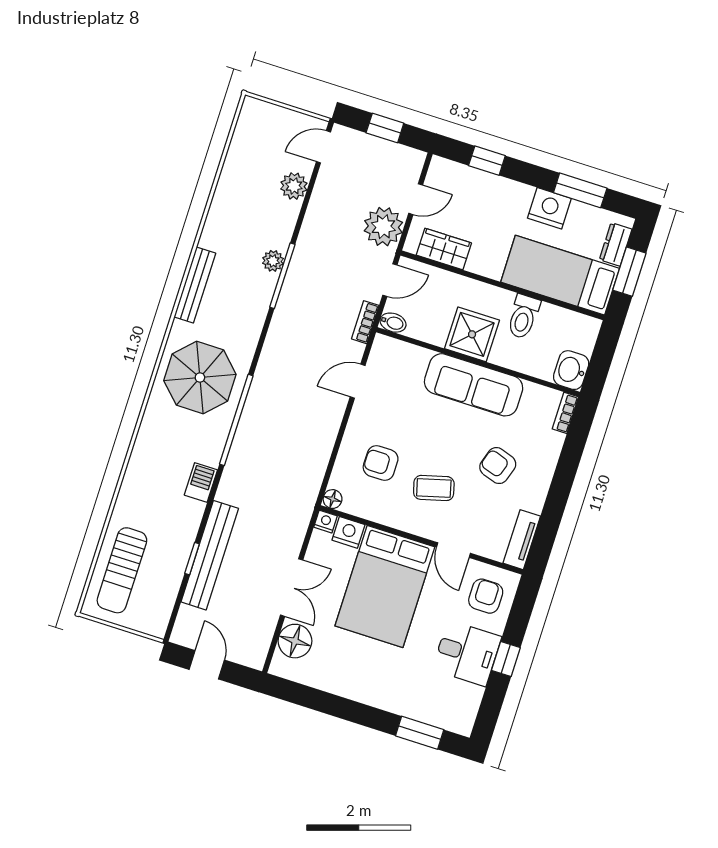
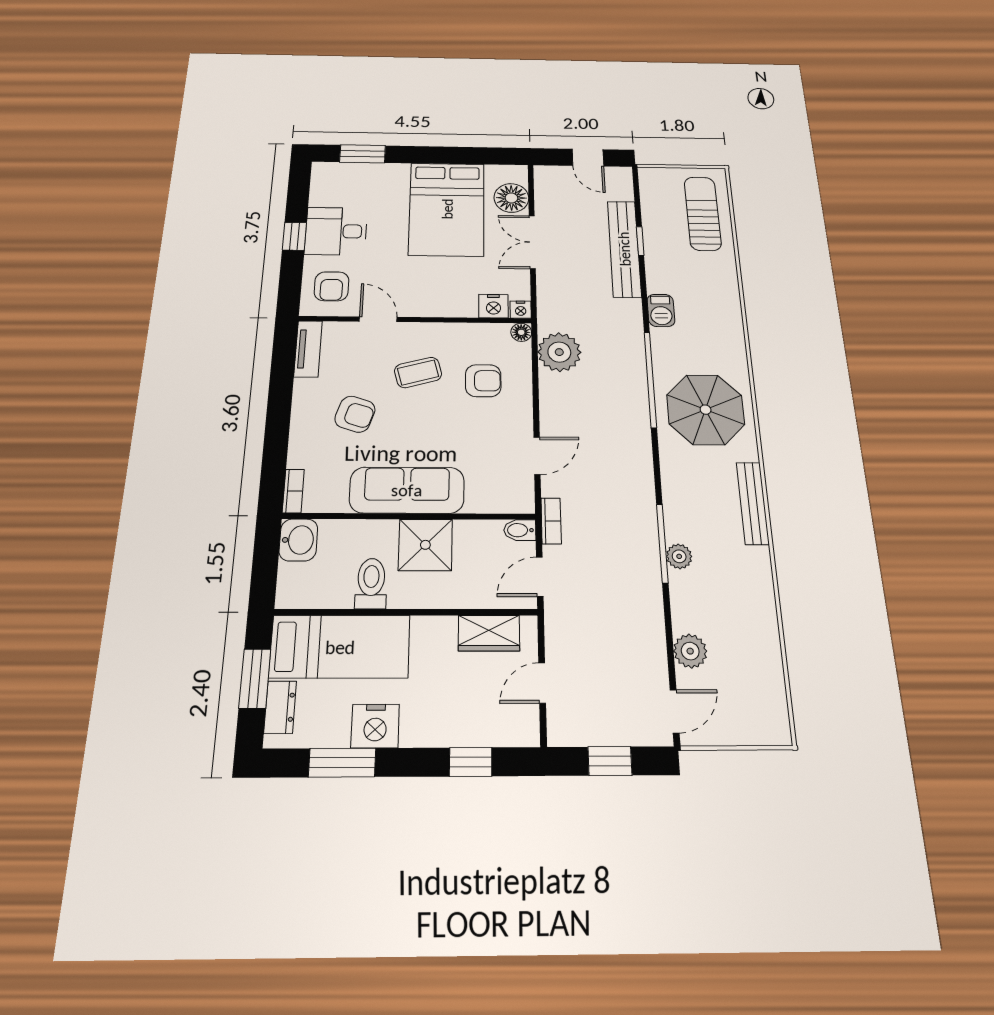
plant: (383, 227) -> (559, 352), moved
bed: (385, 586) -> (447, 209), moved, turned 180

